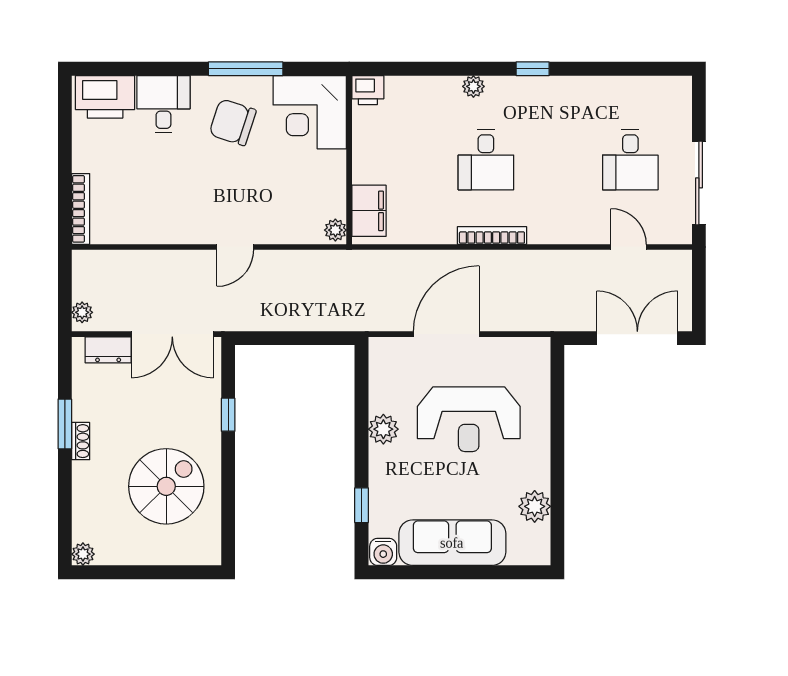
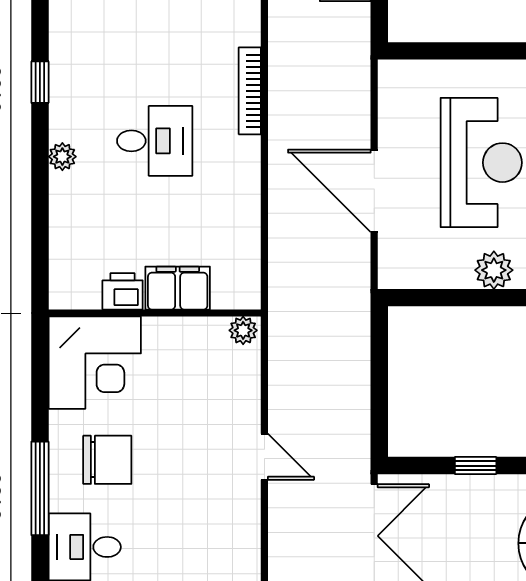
window: (246, 69) -> (40, 488), moved
printer: (368, 90) -> (123, 291), moved, turned -90
chair: (233, 122) -> (107, 460), turned -108
filing cabinet: (369, 211) -> (178, 288), moved
bookcase: (492, 235) -> (250, 91), moved

